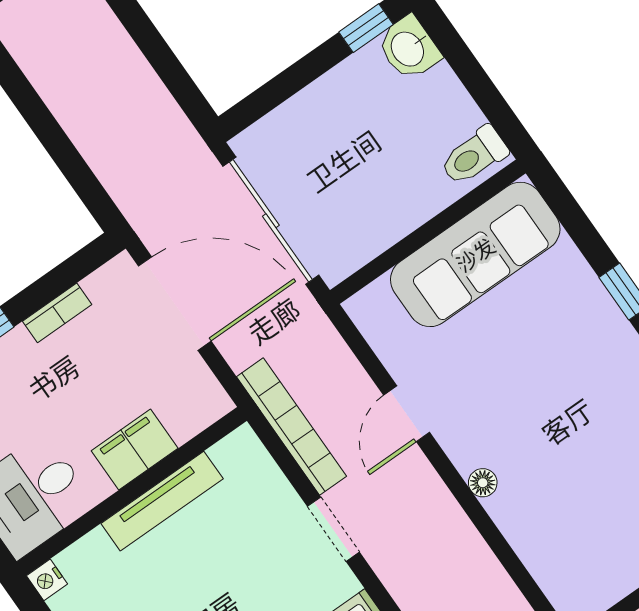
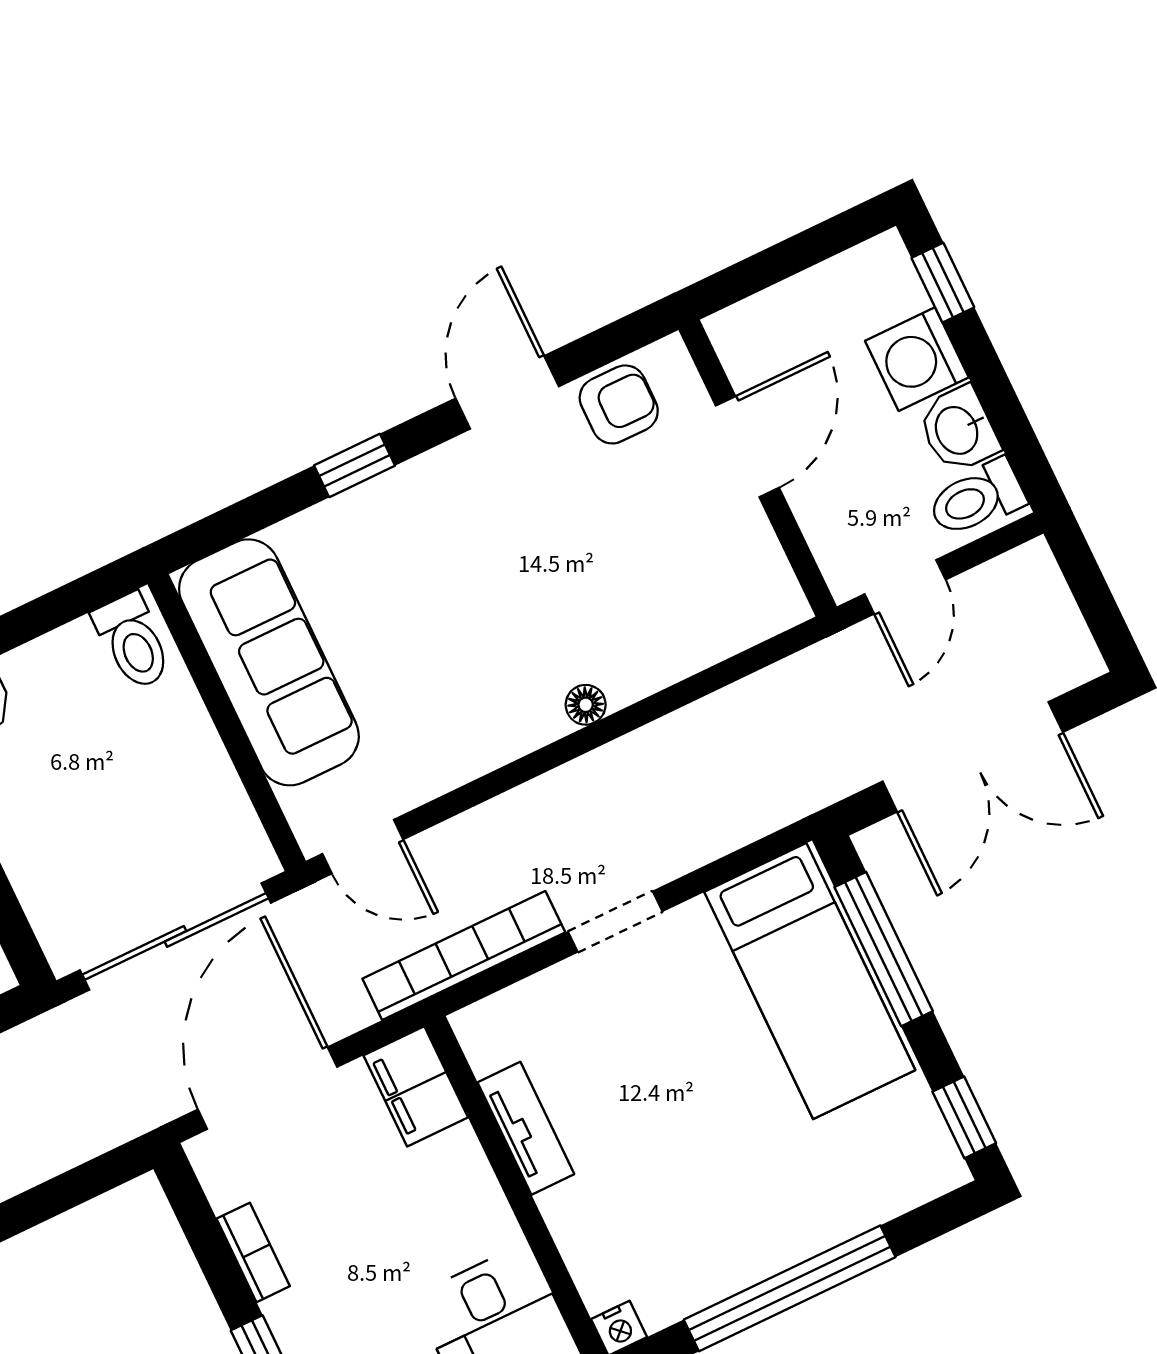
door: (407, 414) -> (363, 847), moved
filing cabinet: (135, 449) -> (416, 1086), moved
tv unit: (162, 501) -> (526, 1128), width x0.71

